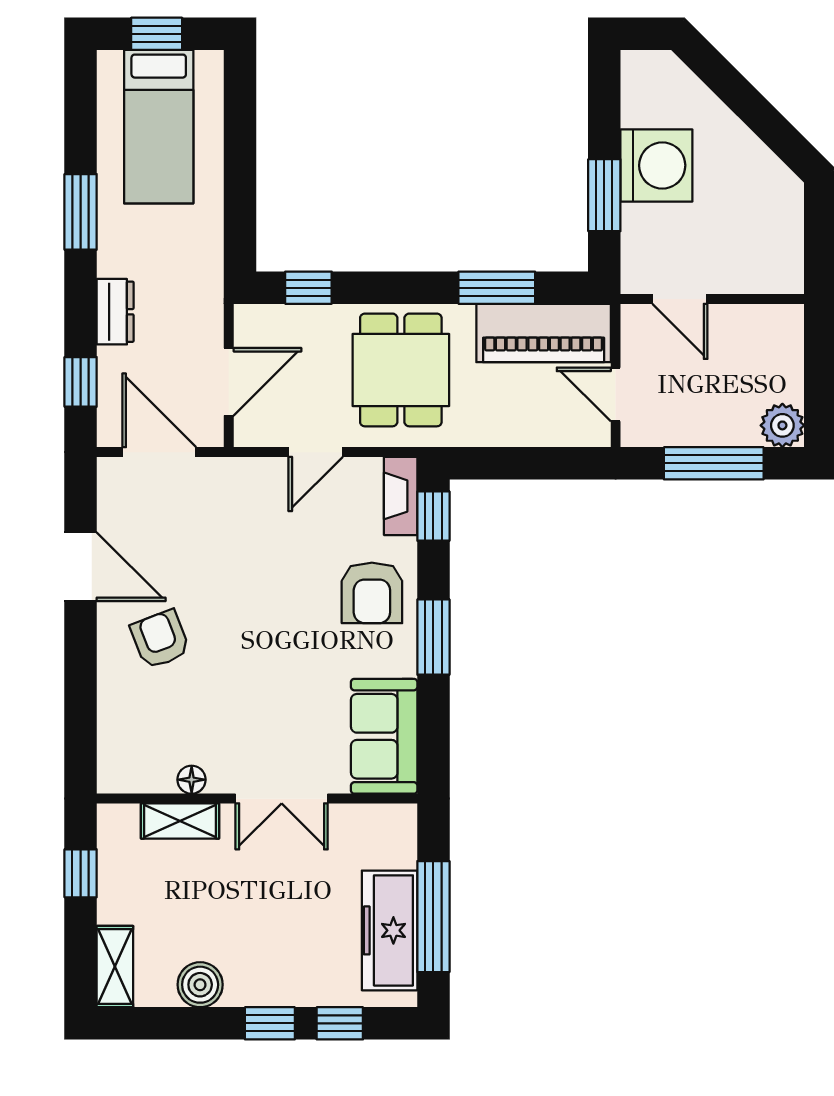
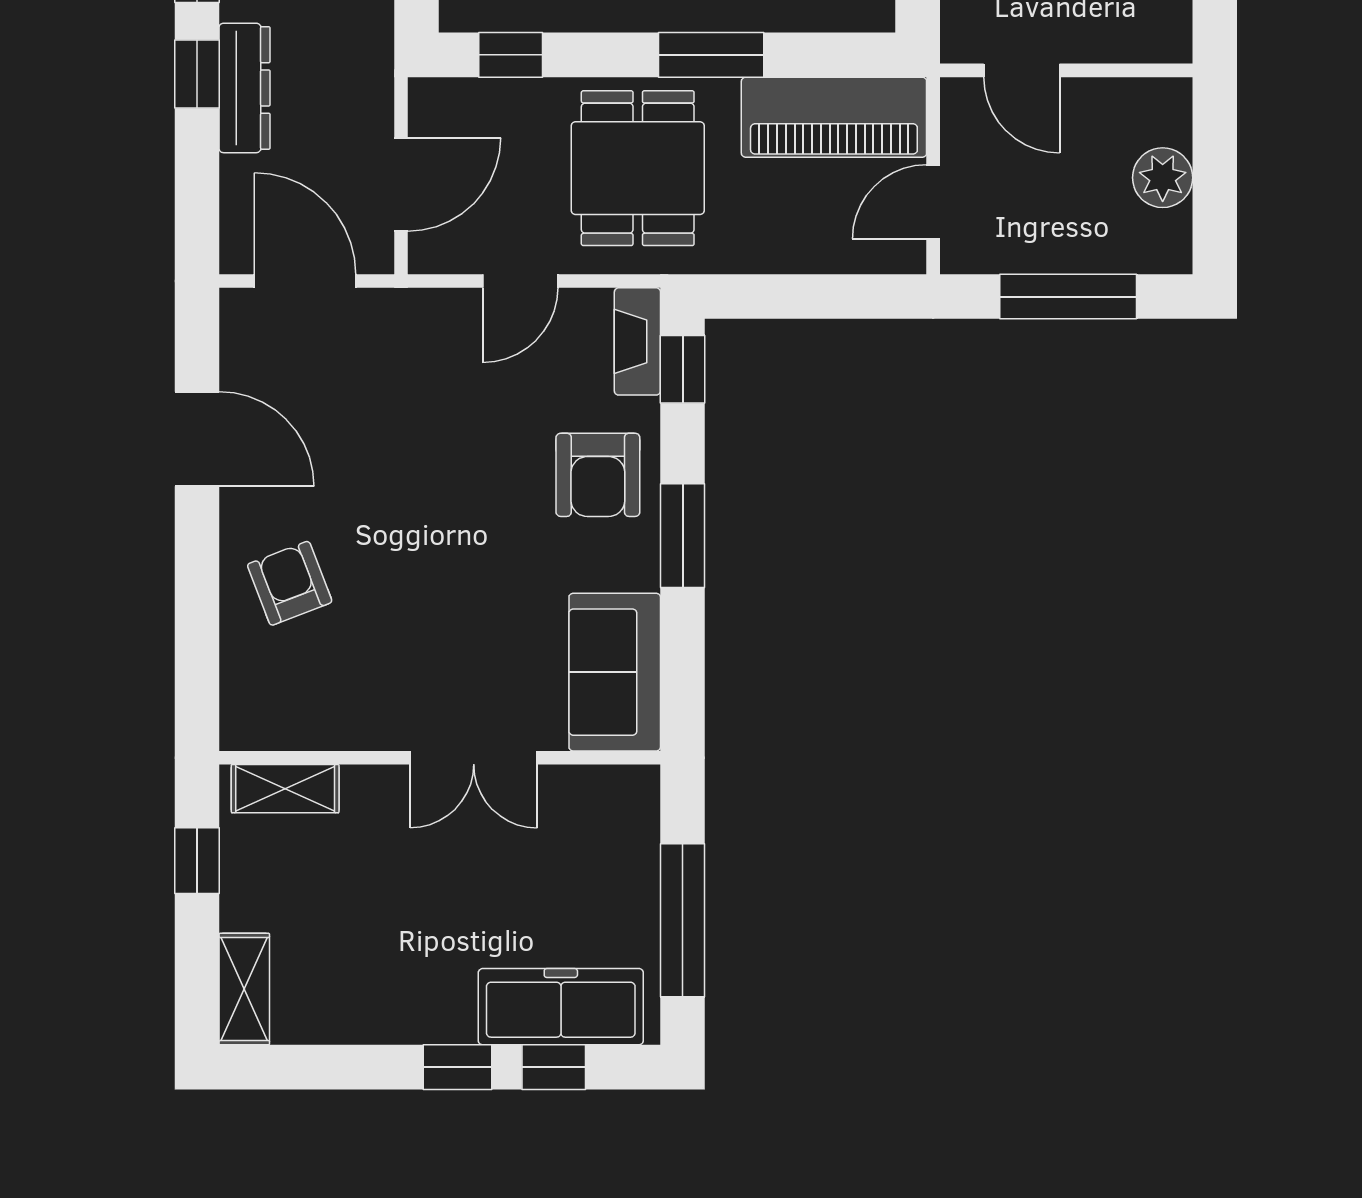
window: (497, 288) -> (711, 55), moved
dresser: (115, 312) -> (244, 88), width x1.44
window: (81, 382) -> (197, 74), moved
door: (616, 395) -> (933, 202), hinge flipped
plant: (782, 425) -> (1163, 178), moved
armchair: (160, 639) -> (290, 583), moved
floor lamp: (192, 780) -> (350, 732), removed
shelving: (180, 821) -> (285, 789), moved
freezer: (390, 930) -> (561, 1007), moved, turned 90
boiler: (200, 985) -> (361, 1014), removed

